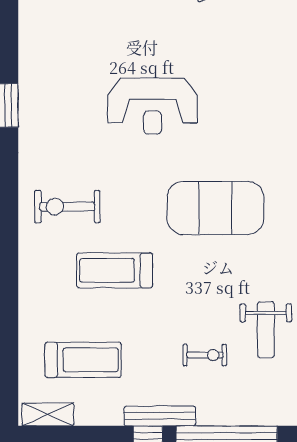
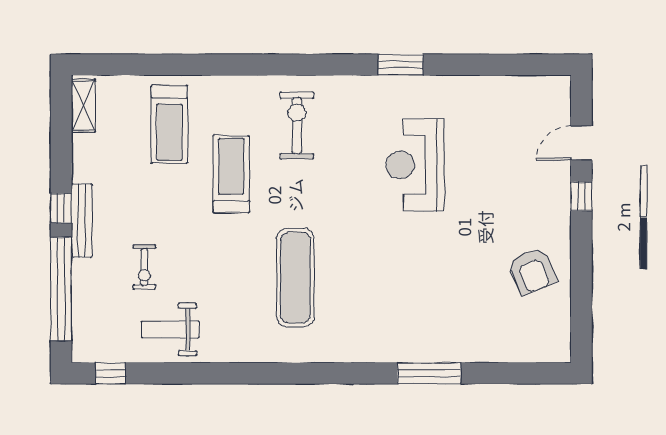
reception desk: (152, 106) -> (415, 165), moved
exercise mat: (215, 208) -> (295, 278), width x0.68
treadmill: (83, 360) -> (169, 124), moved

